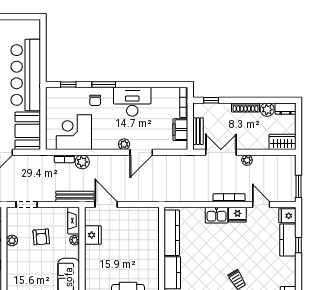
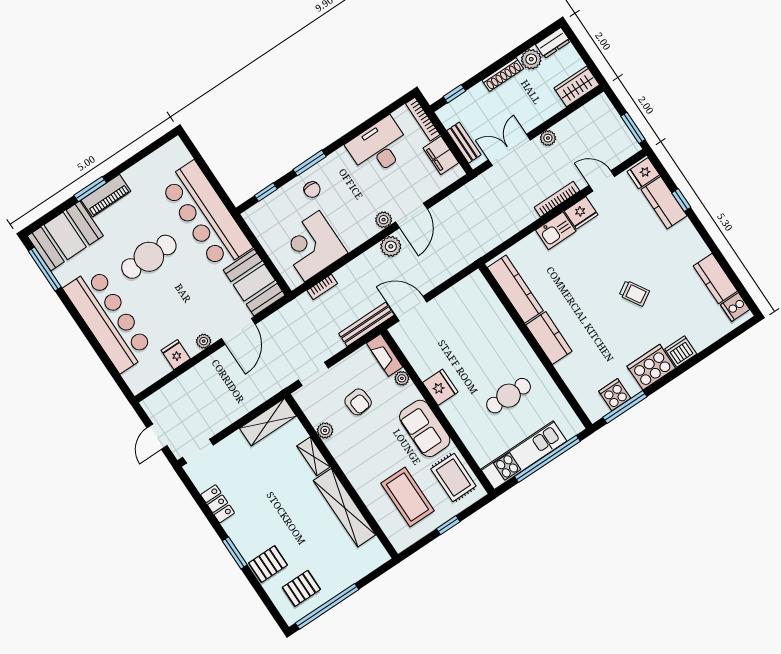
desk: (132, 102) -> (379, 147), moved
plant: (82, 162) -> (391, 246), moved
fridge: (93, 235) -> (440, 387), moved

